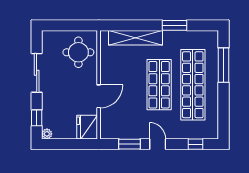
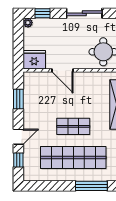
shop shelf: (159, 85) -> (73, 126), width x0.70, depth x0.74
door: (158, 144) -> (18, 137), moved

